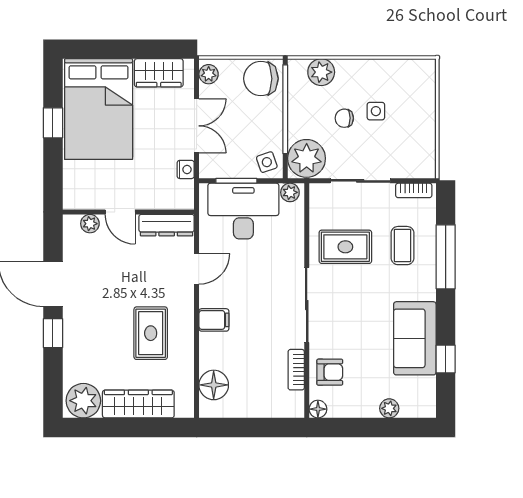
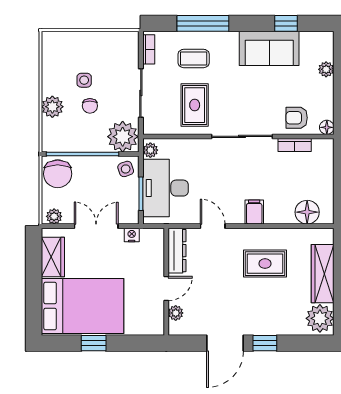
plant: (321, 72) -> (52, 107), moved
armchair: (330, 372) -> (297, 118), turned -90

